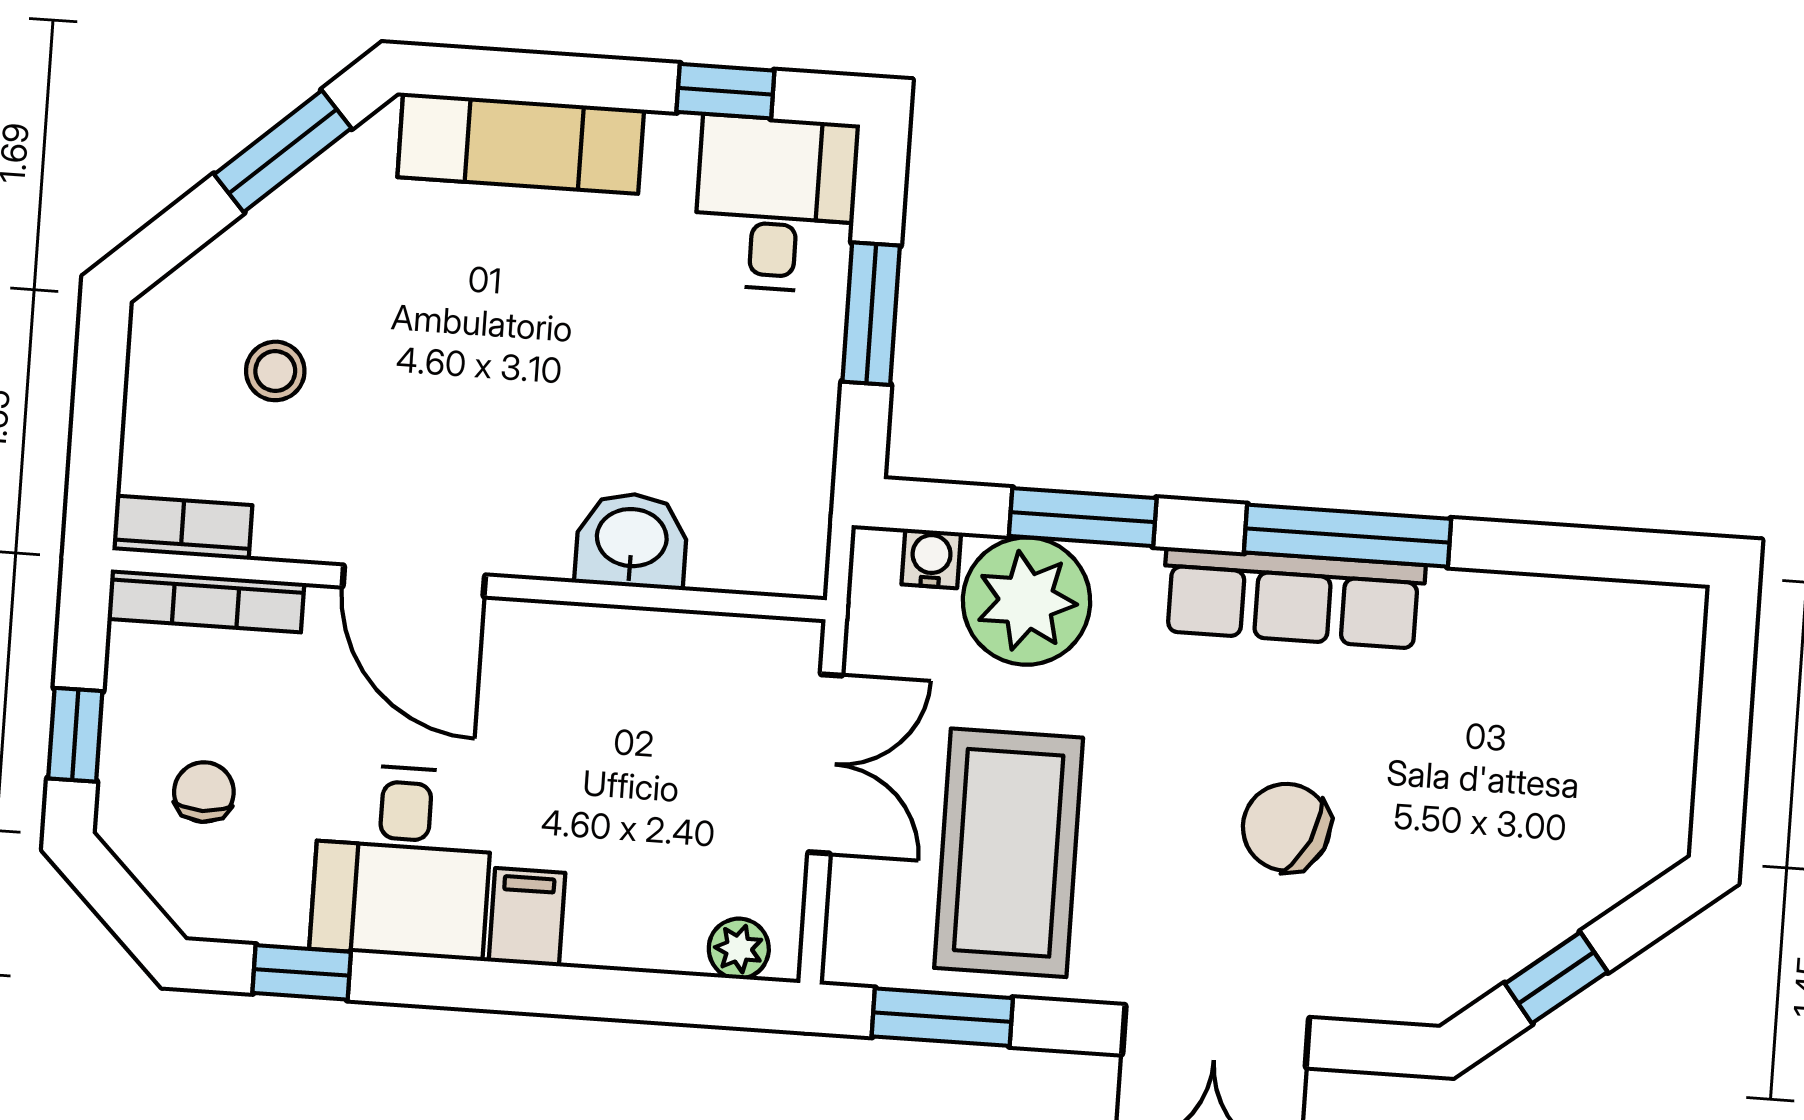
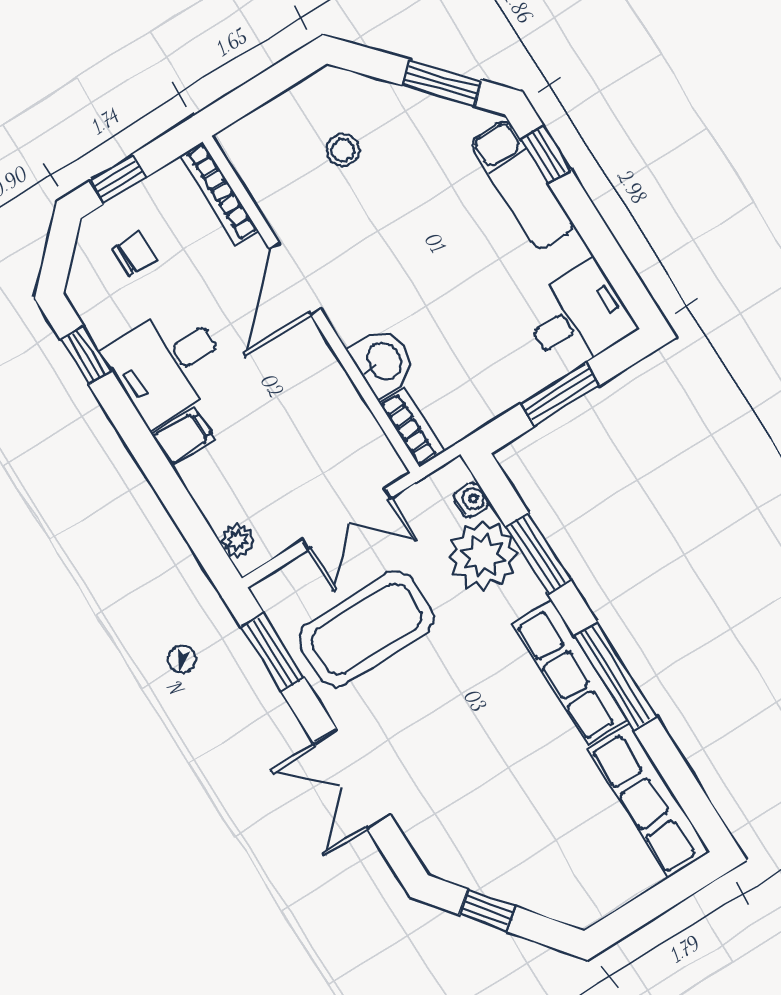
window: (725, 91) -> (546, 154), moved
bookcase: (182, 528) -> (412, 427), moved
row of seats: (1568, 620) -> (649, 801), added
chair: (1286, 827) -> (467, 743), removed

